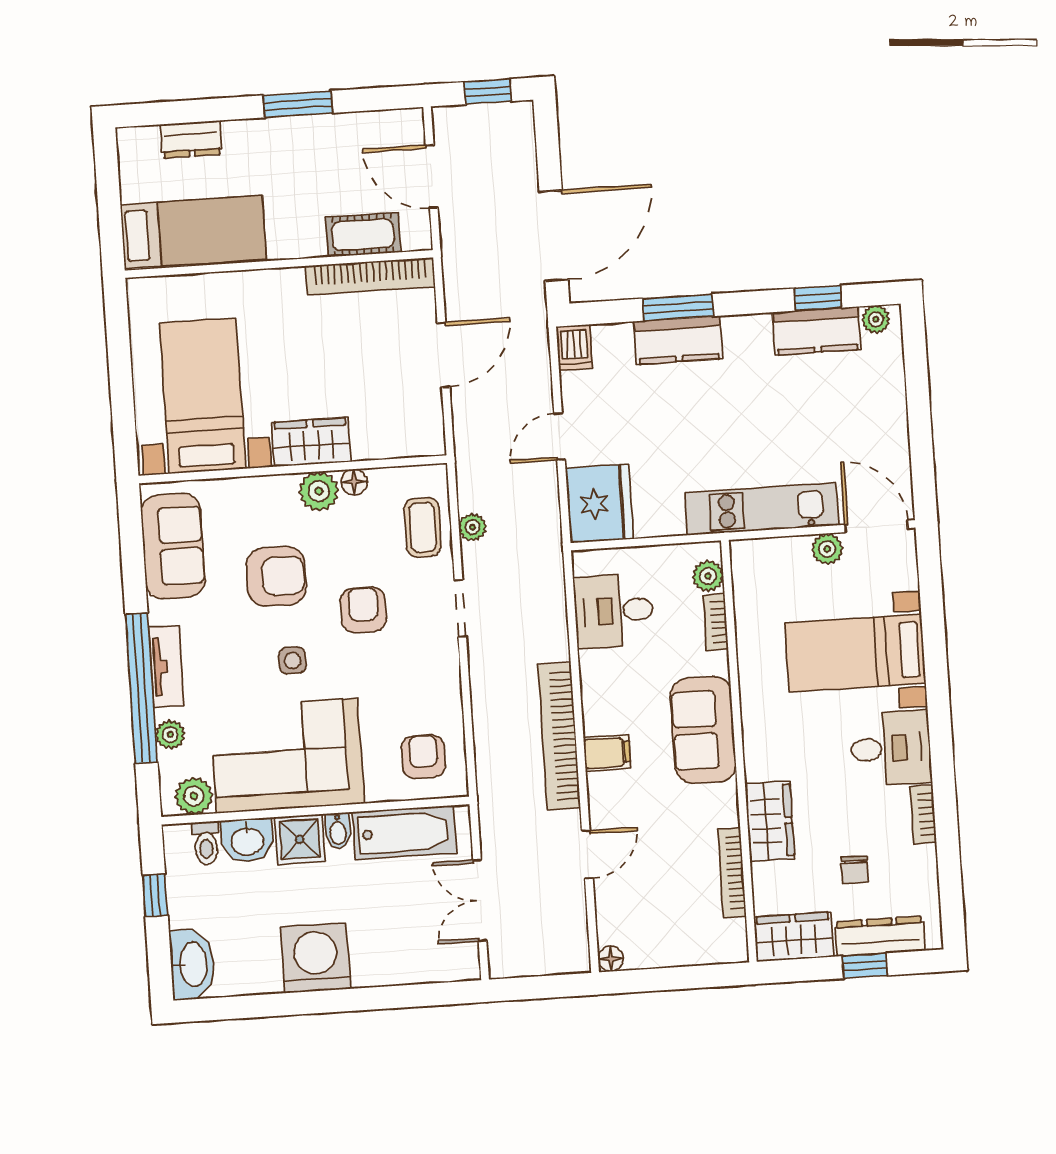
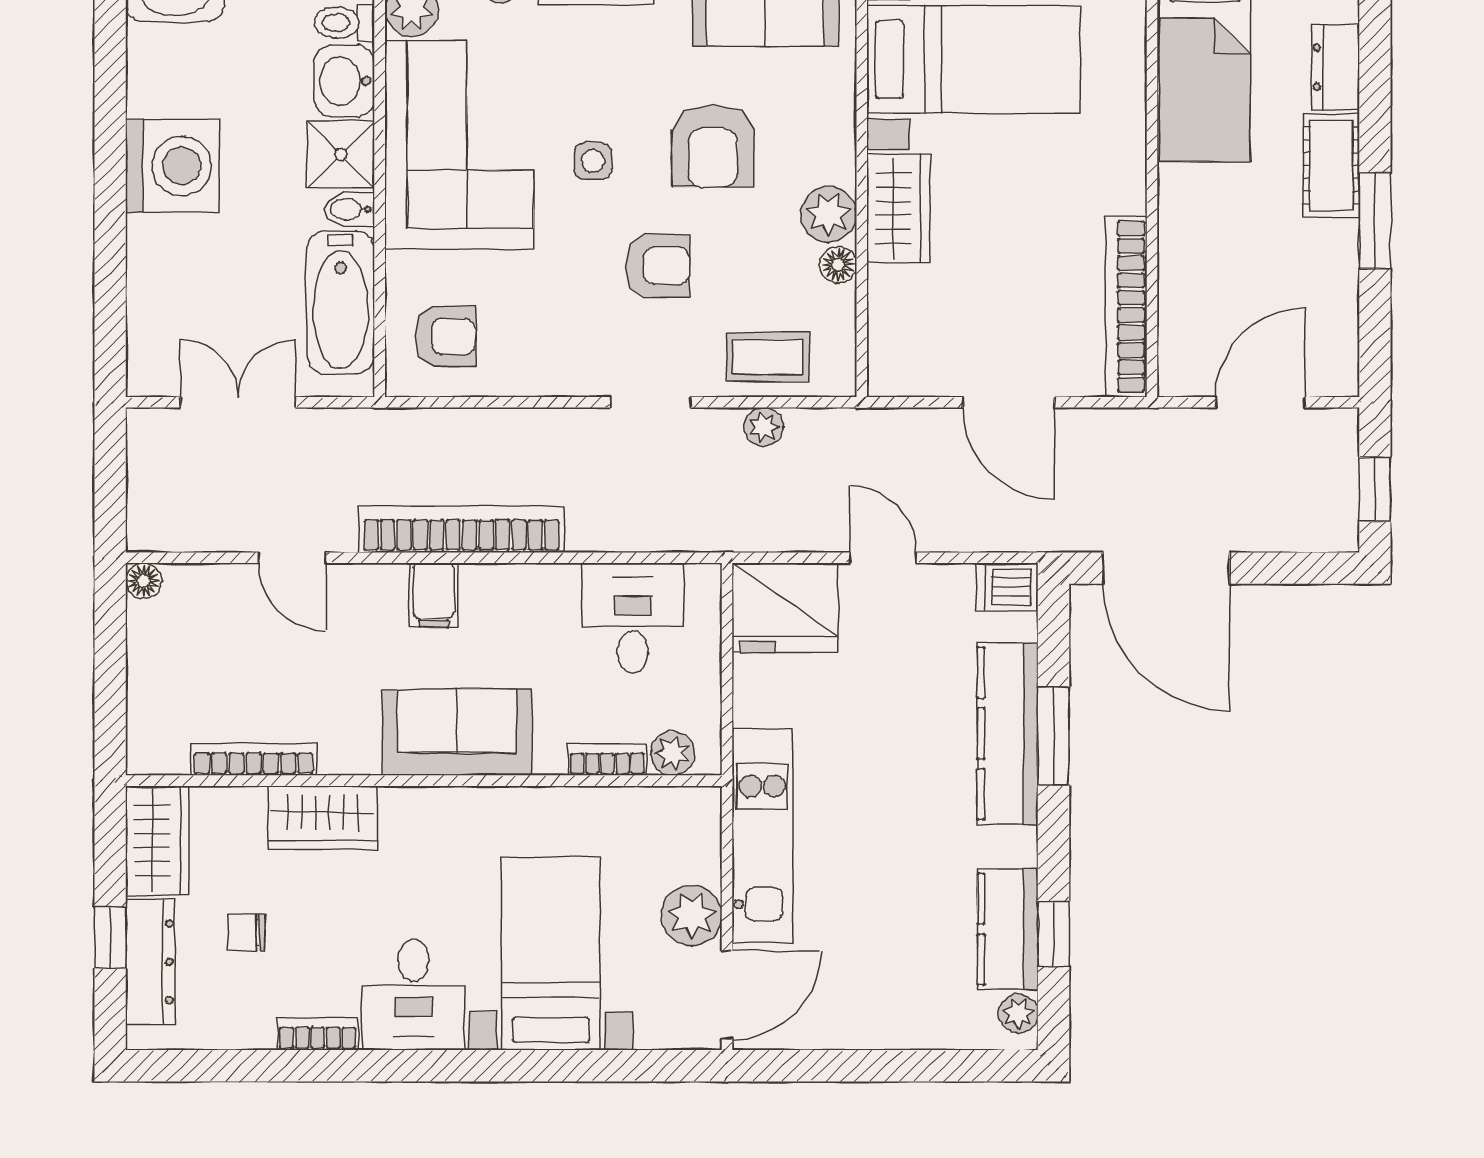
cot: (363, 235) -> (1331, 166), moved
kitchen counter: (678, 340) -> (1008, 733), width x1.50
plant: (827, 549) -> (692, 916), width x1.38, depth x1.38

